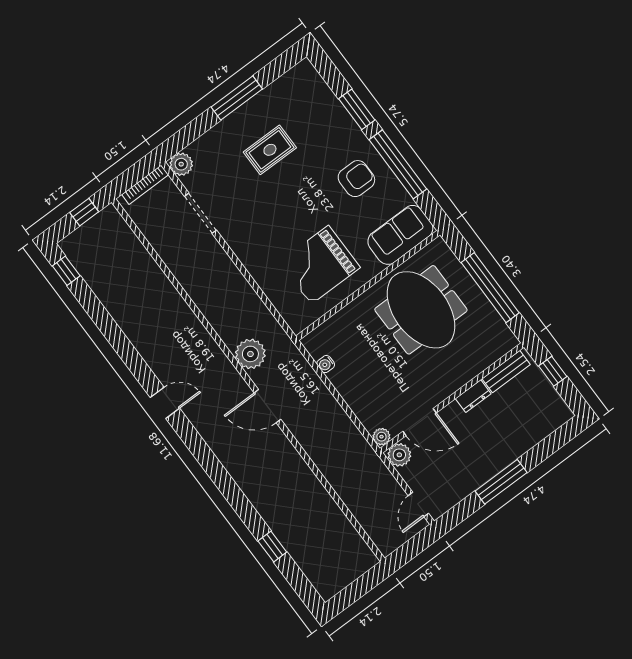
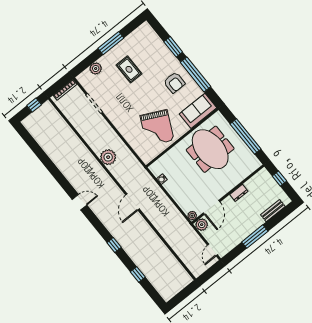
rug: (270, 150) -> (129, 69), turned 90
plant: (181, 164) -> (96, 69), moved
armchair: (356, 179) -> (174, 83), turned 90
grand piano: (320, 265) -> (157, 128), turned -64
window: (66, 271) -> (114, 245), moved
plant: (250, 354) -> (108, 157), moved
bench: (506, 372) -> (273, 211), moved
door: (267, 406) -> (133, 202), hinge flipped
door: (420, 422) -> (212, 207), hinge flipped

